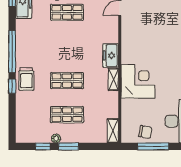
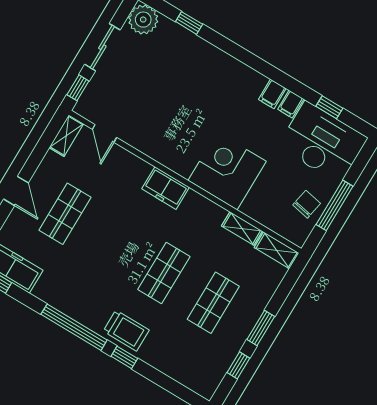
shelving: (113, 79) -> (242, 229), moved
plant: (56, 138) -> (238, 339), removed

